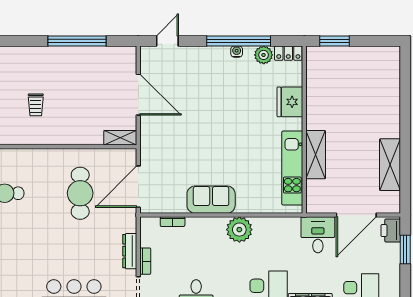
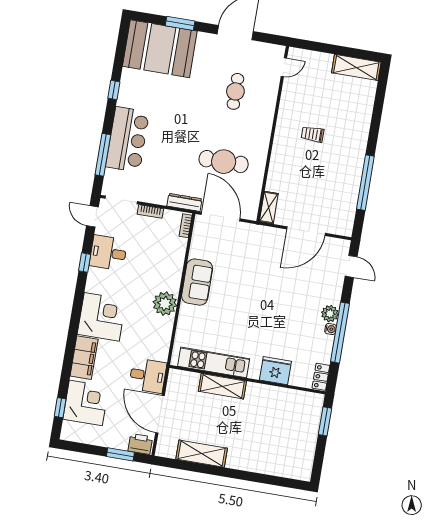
plant: (264, 55) -> (330, 314), moved
bookcase: (173, 222) -> (186, 226), moved
dresser: (130, 251) -> (185, 202), moved

